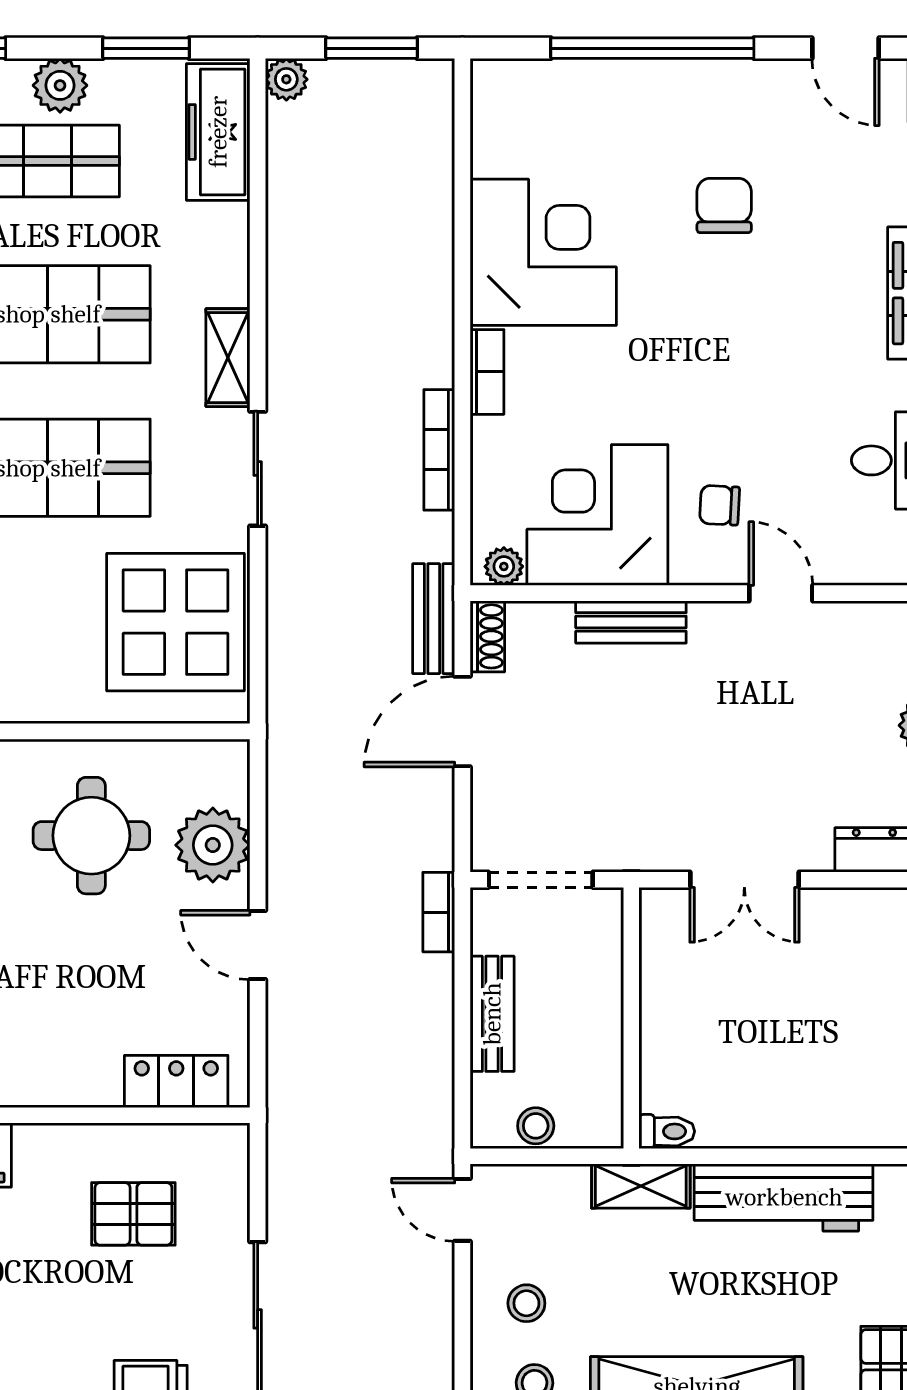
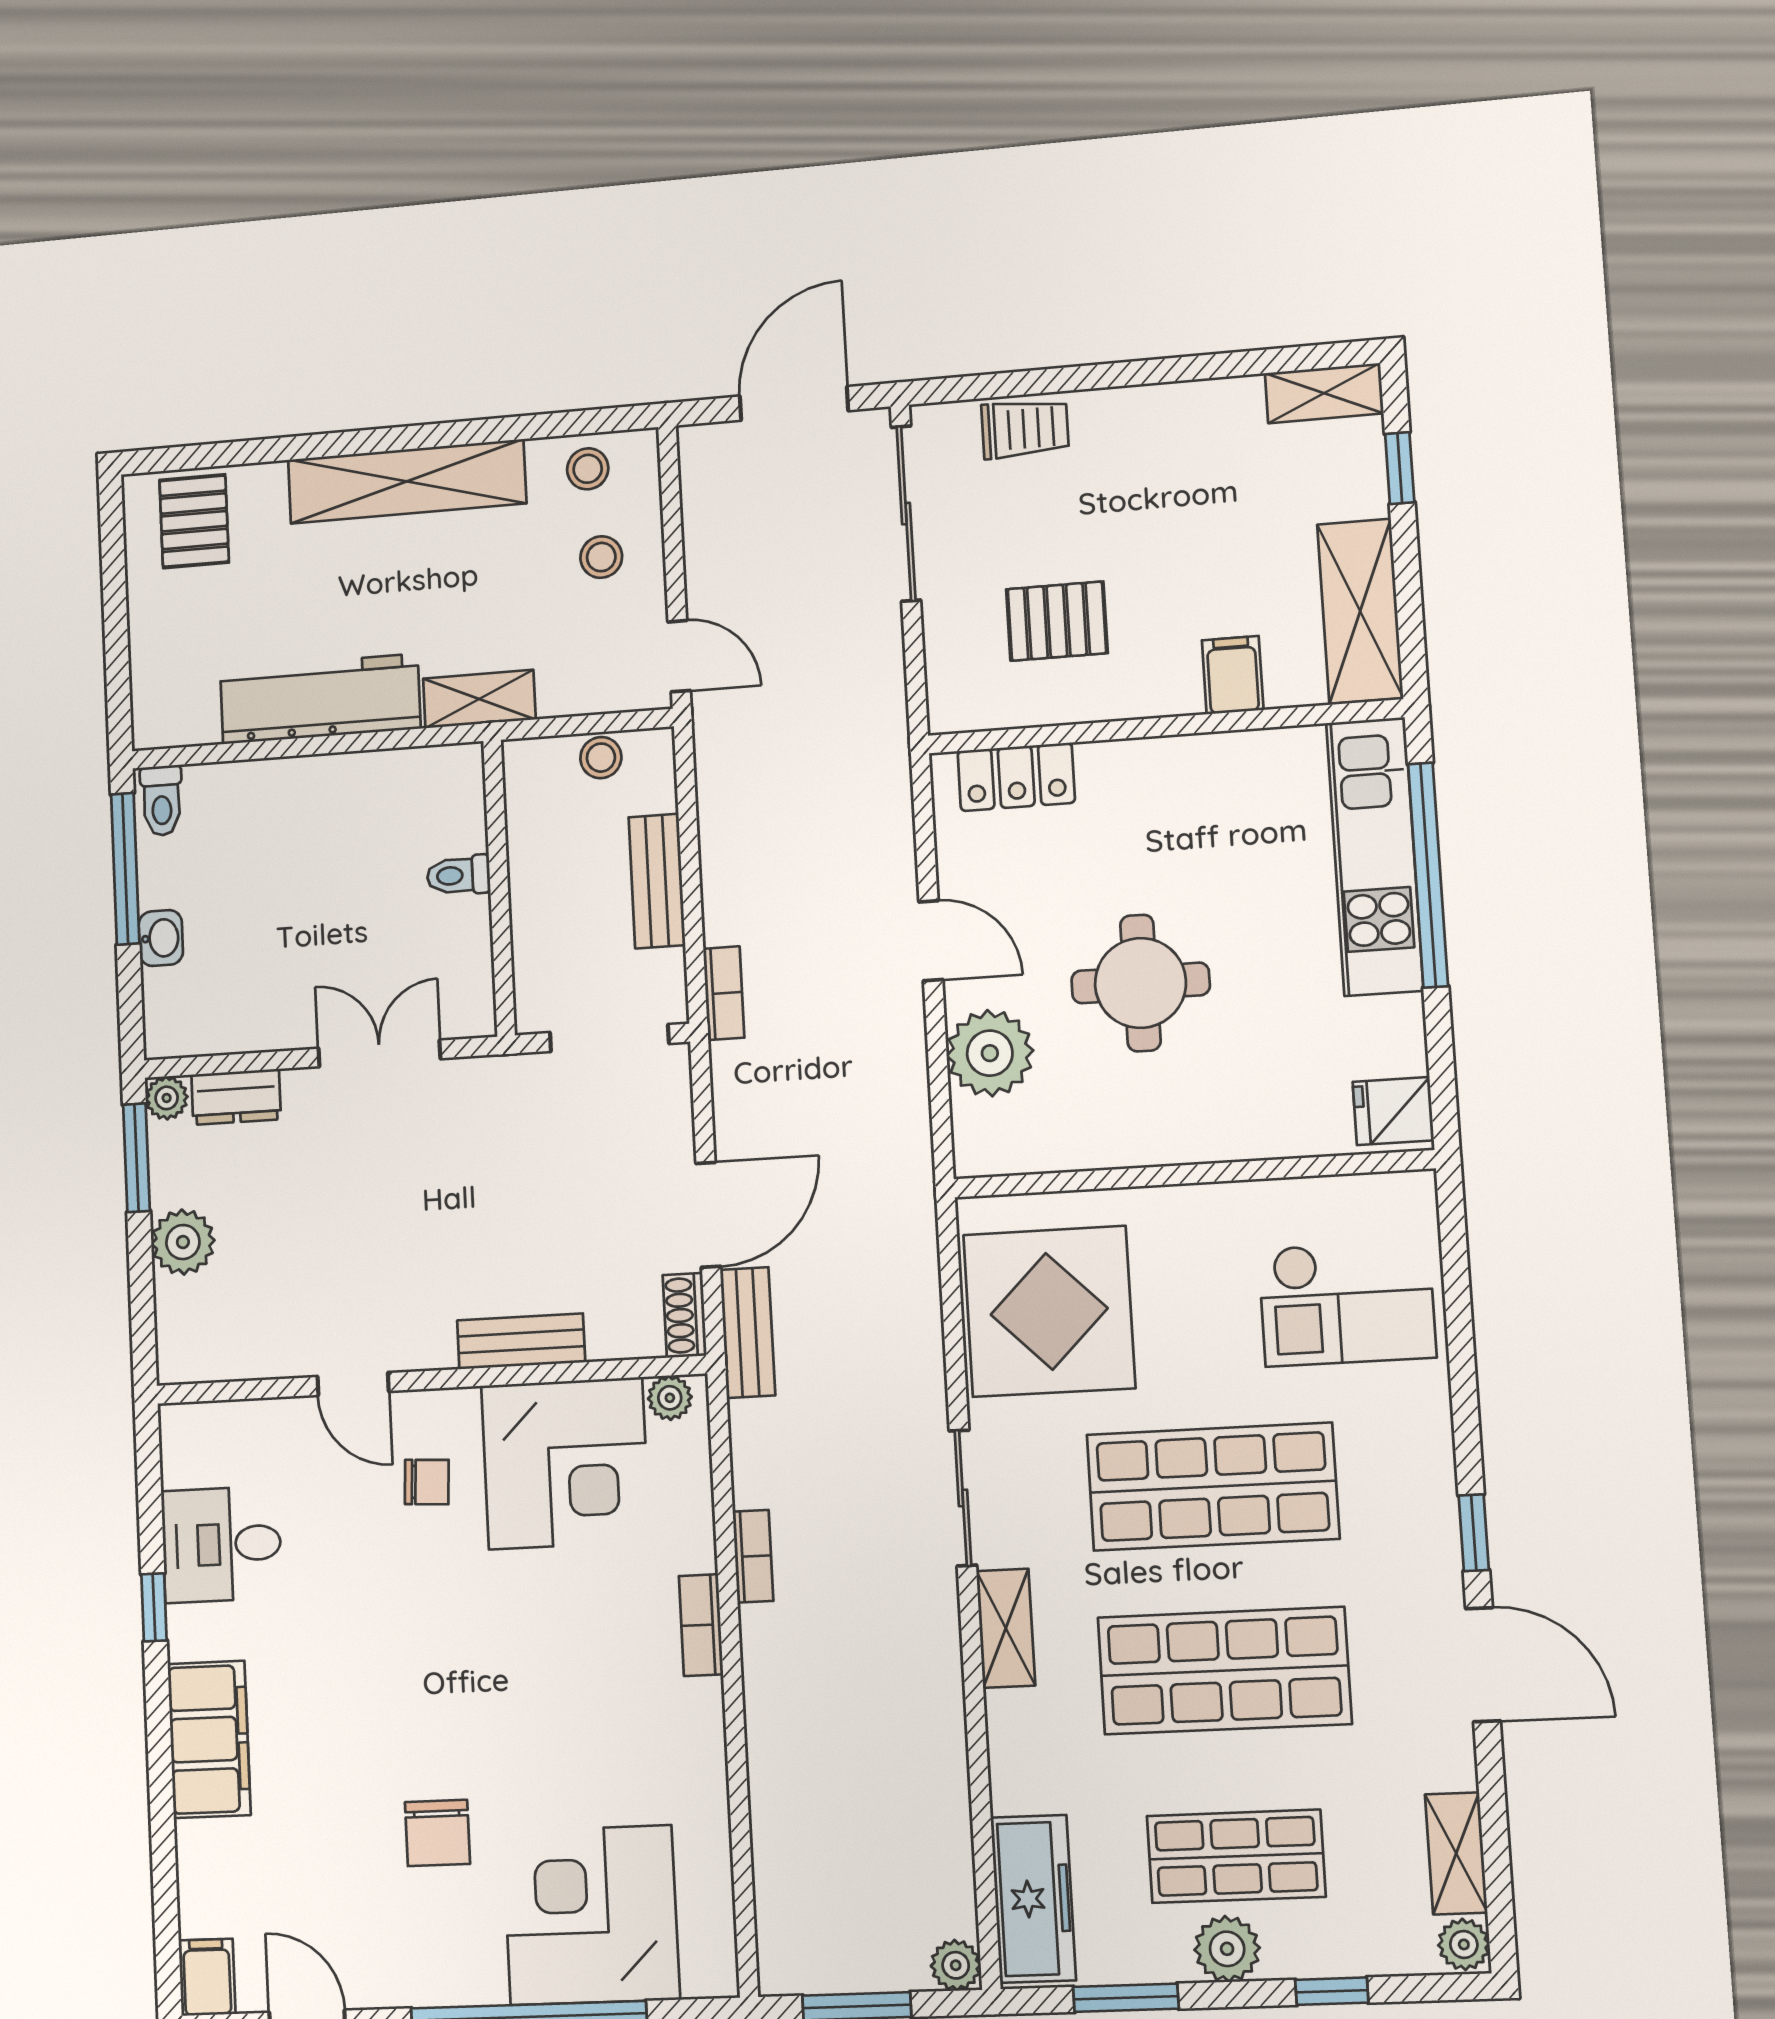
corner desk: (543, 252) -> (591, 1915), moved, turned 90
bookcase: (439, 450) -> (753, 1556), width x0.64
round table: (91, 836) -> (1140, 983), moved
toilet: (667, 1131) -> (459, 875), moved

